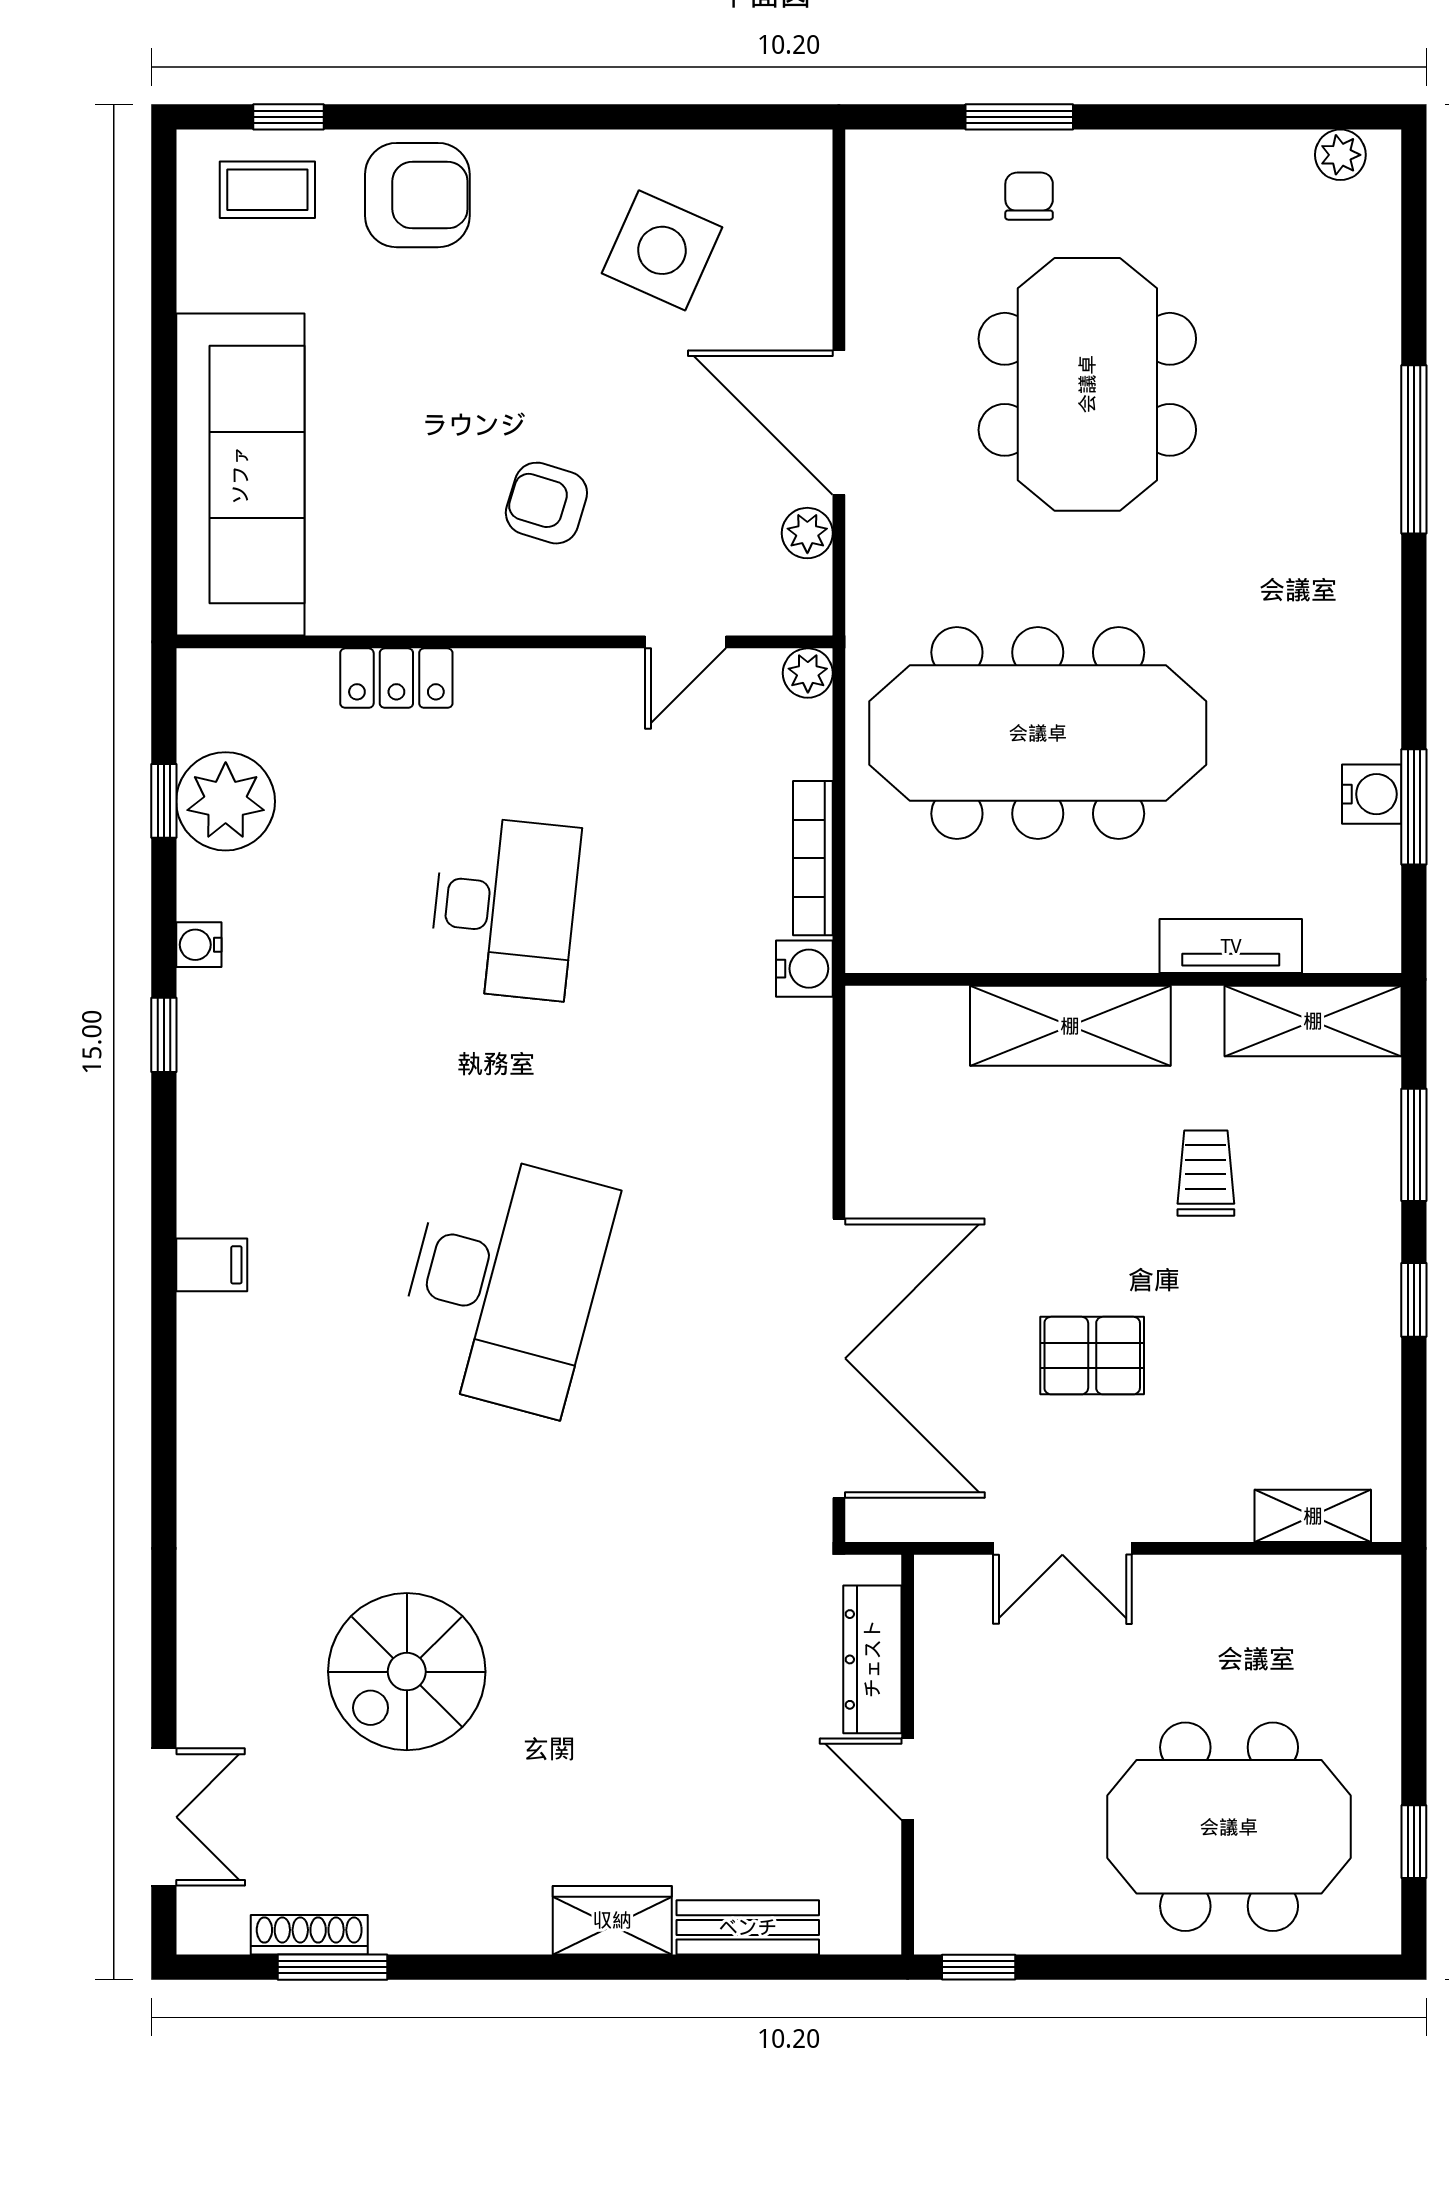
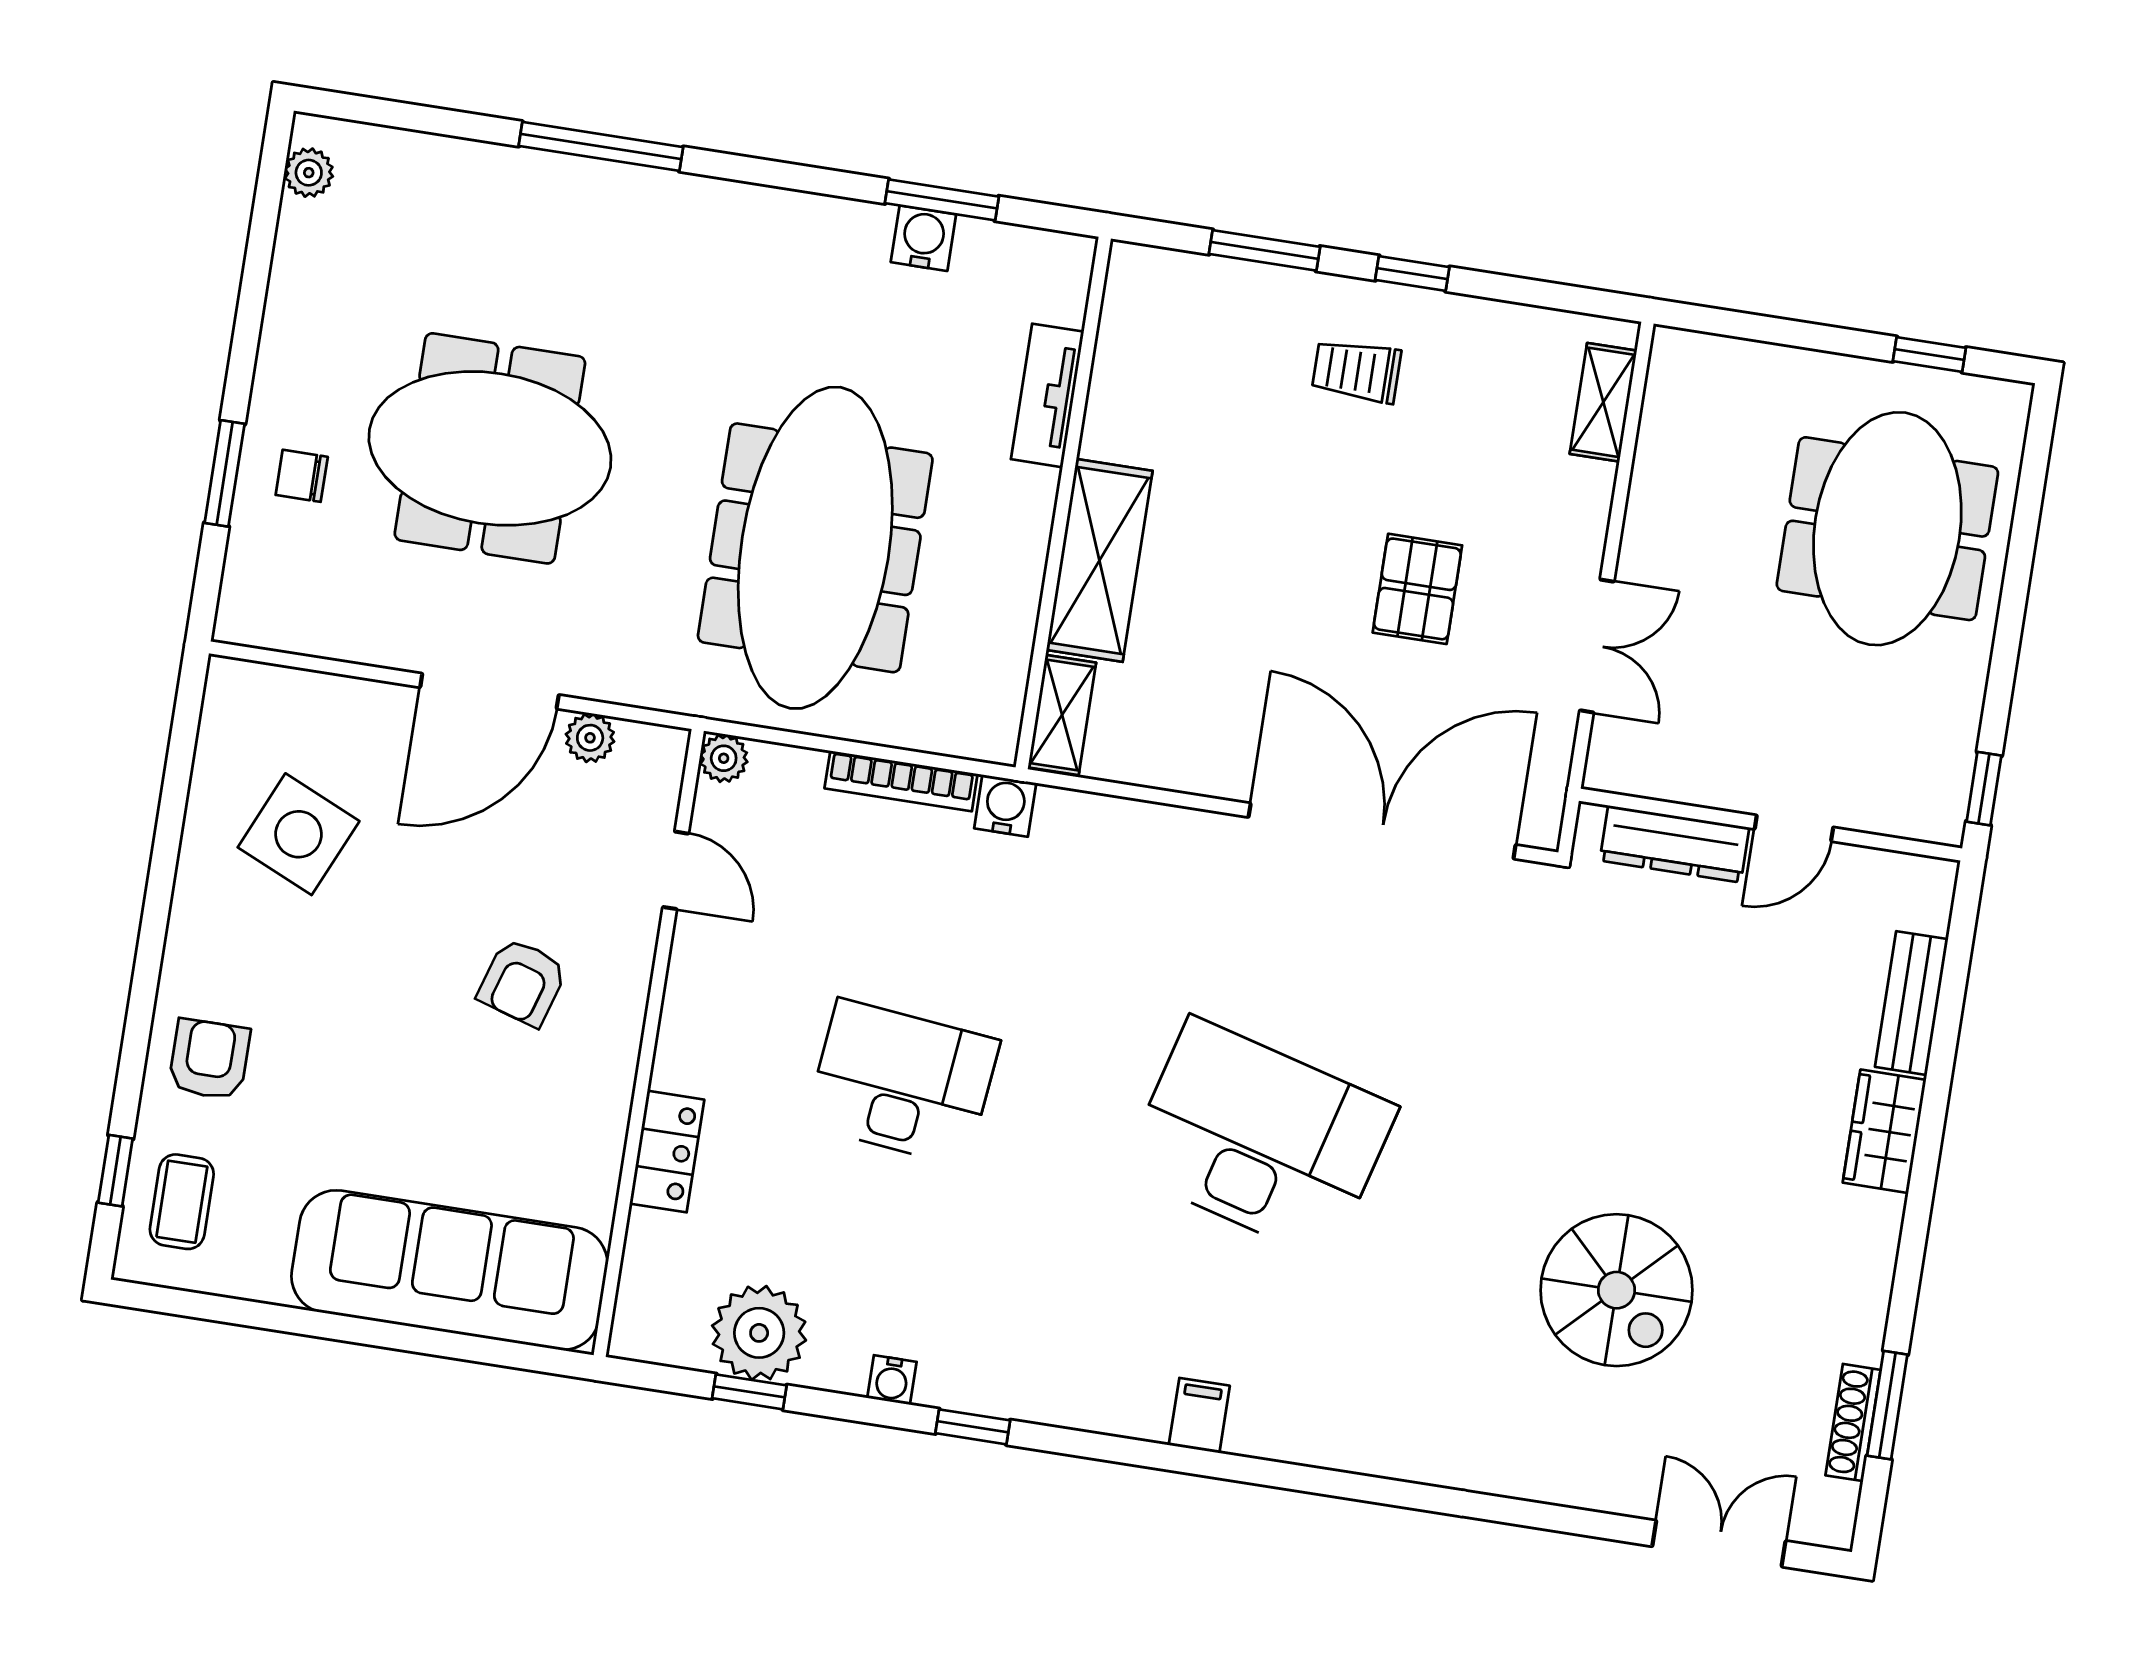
armchair: (417, 195) -> (209, 1059), width x0.72, depth x0.72
shelving: (1313, 1021) -> (1062, 715), moved, width x0.67, depth x0.75
trolley: (1206, 1173) -> (1357, 371), moved

